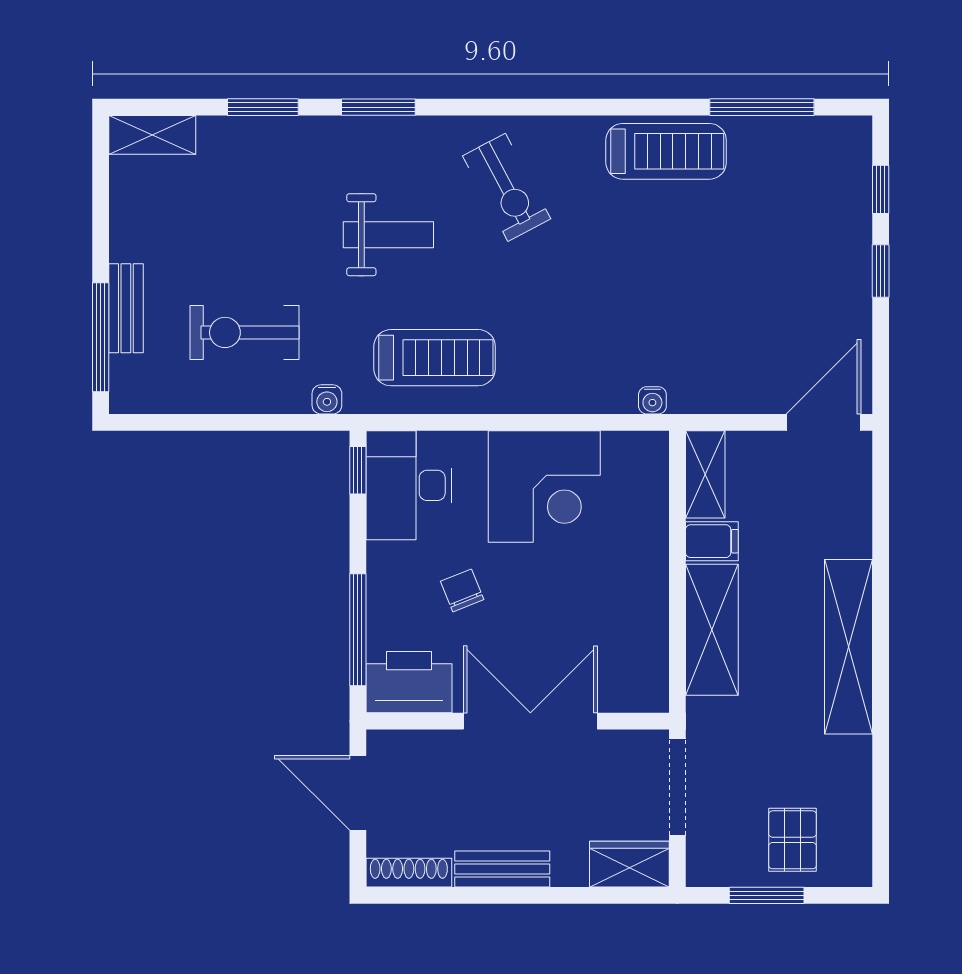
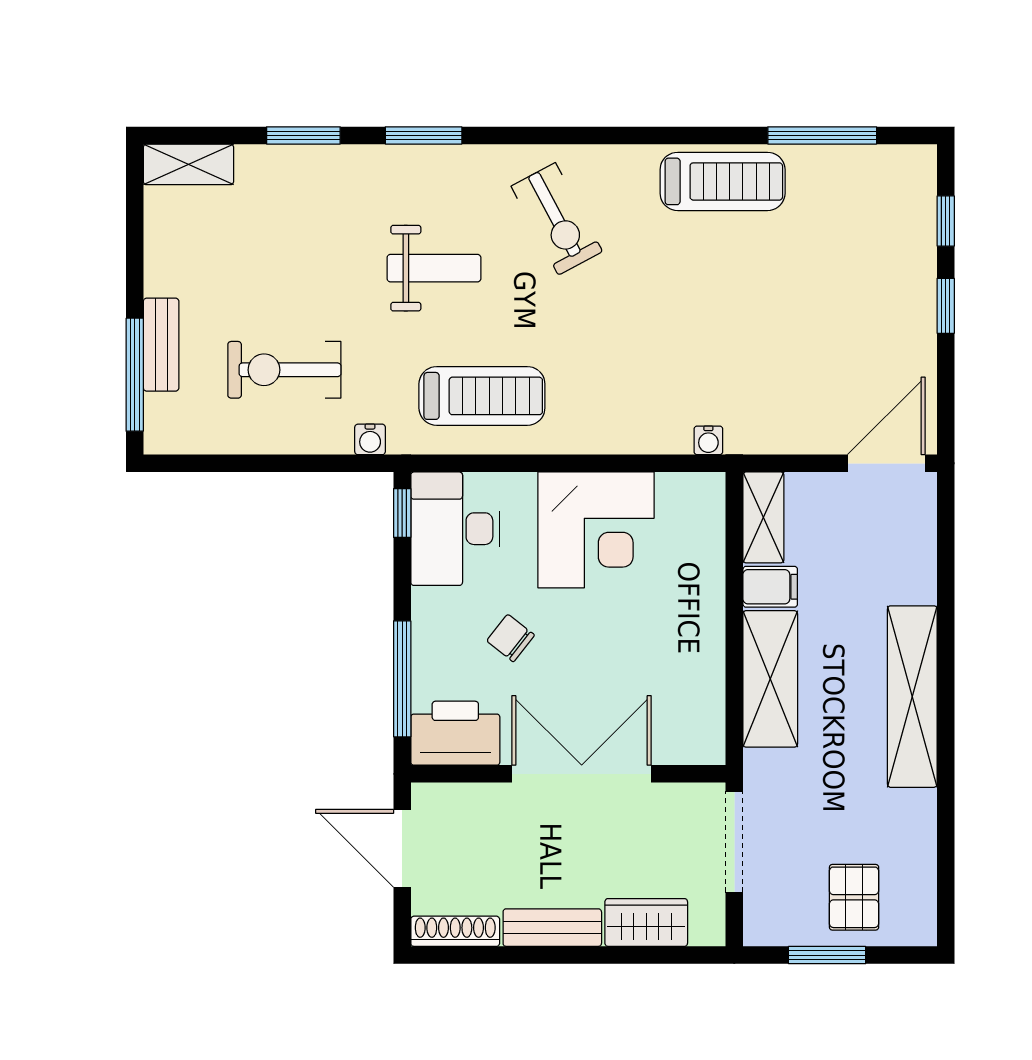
chair: (462, 590) -> (511, 638), turned -30
wardrobe: (629, 864) -> (646, 922), moved

